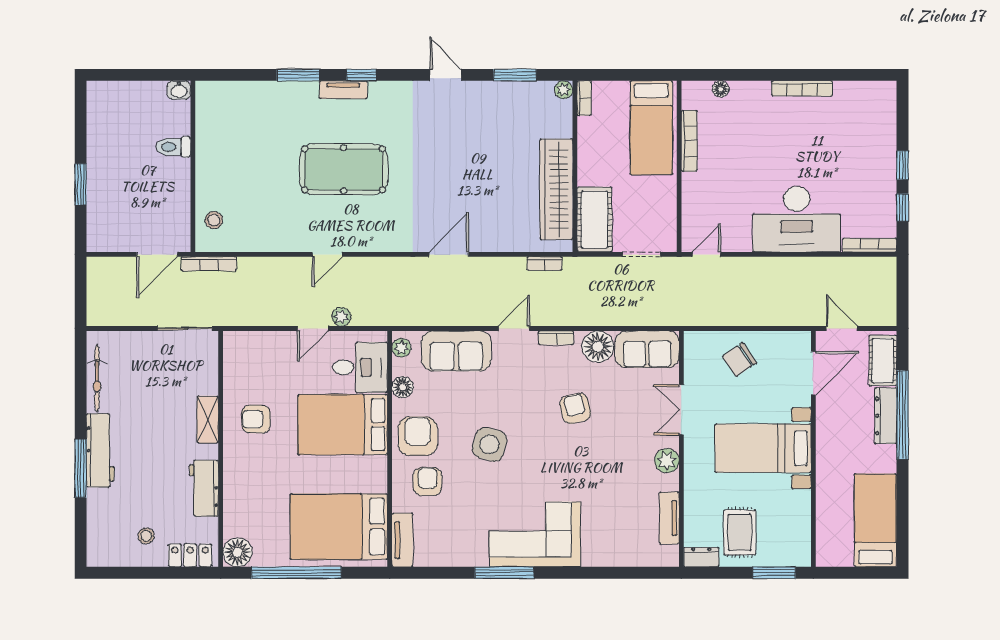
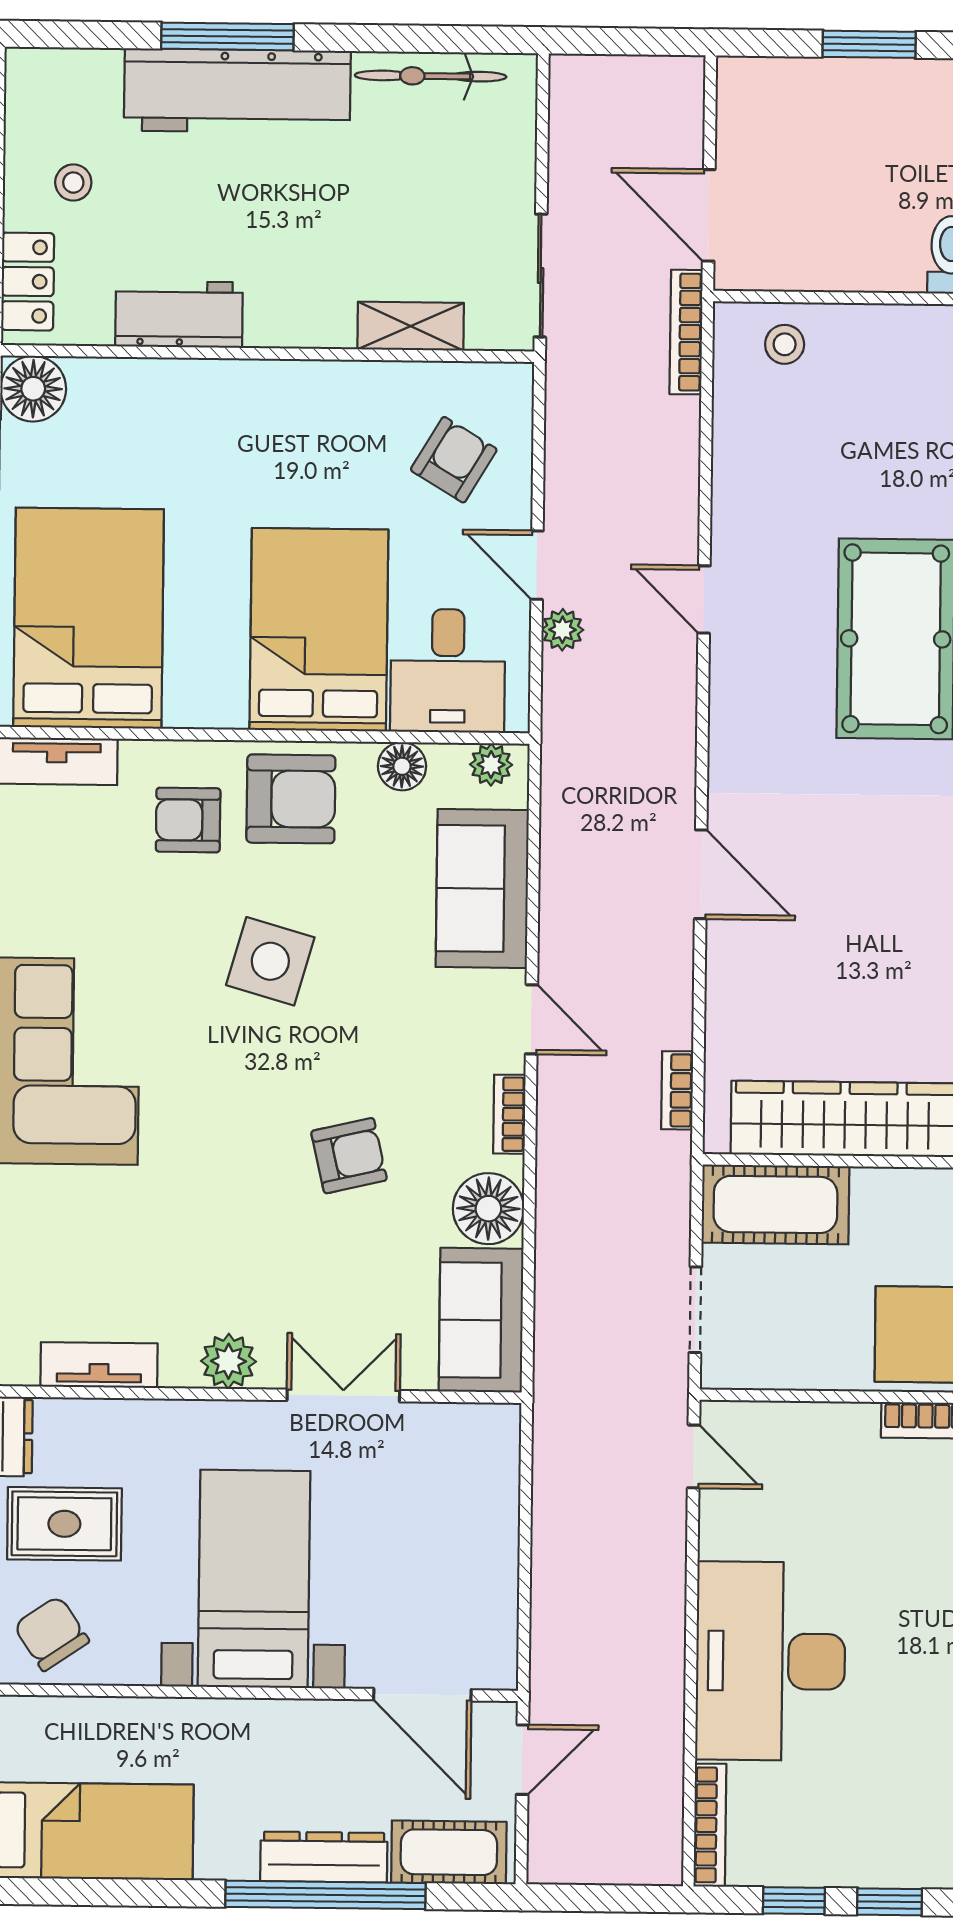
chair: (739, 360) -> (51, 1633), moved
shelving: (208, 419) -> (411, 326), moved
armchair: (256, 419) -> (454, 460), moved, turned 31
workbench: (100, 450) -> (237, 91), width x1.36, depth x1.32
armchair: (428, 482) -> (188, 820), turned 180

